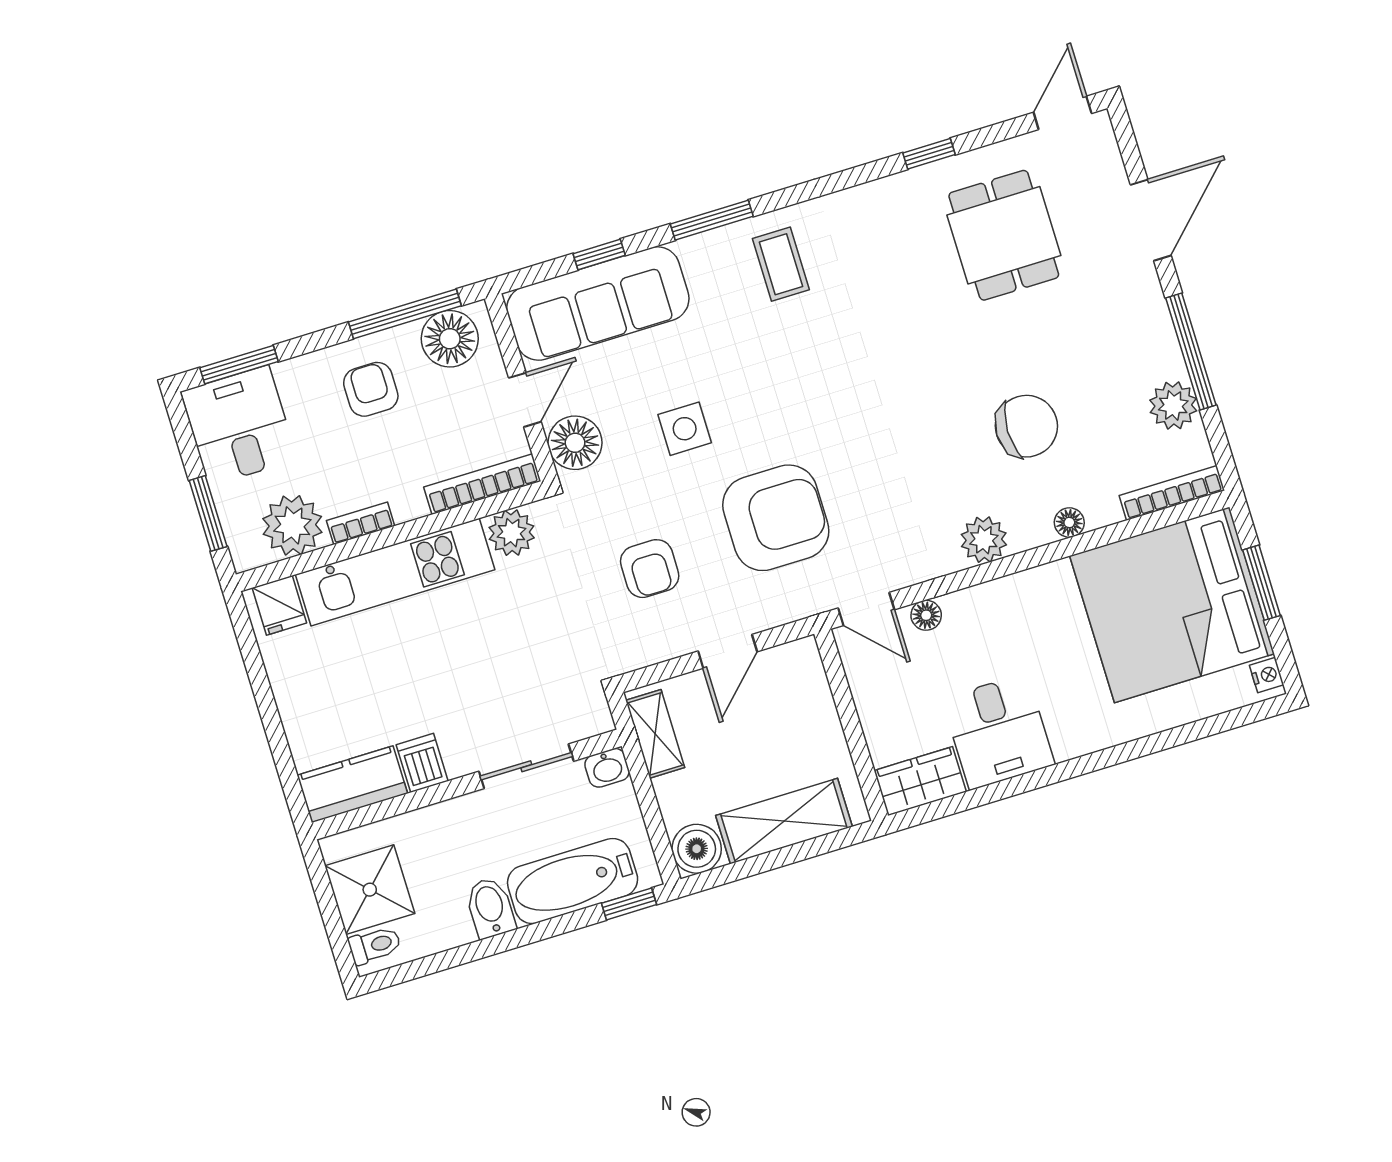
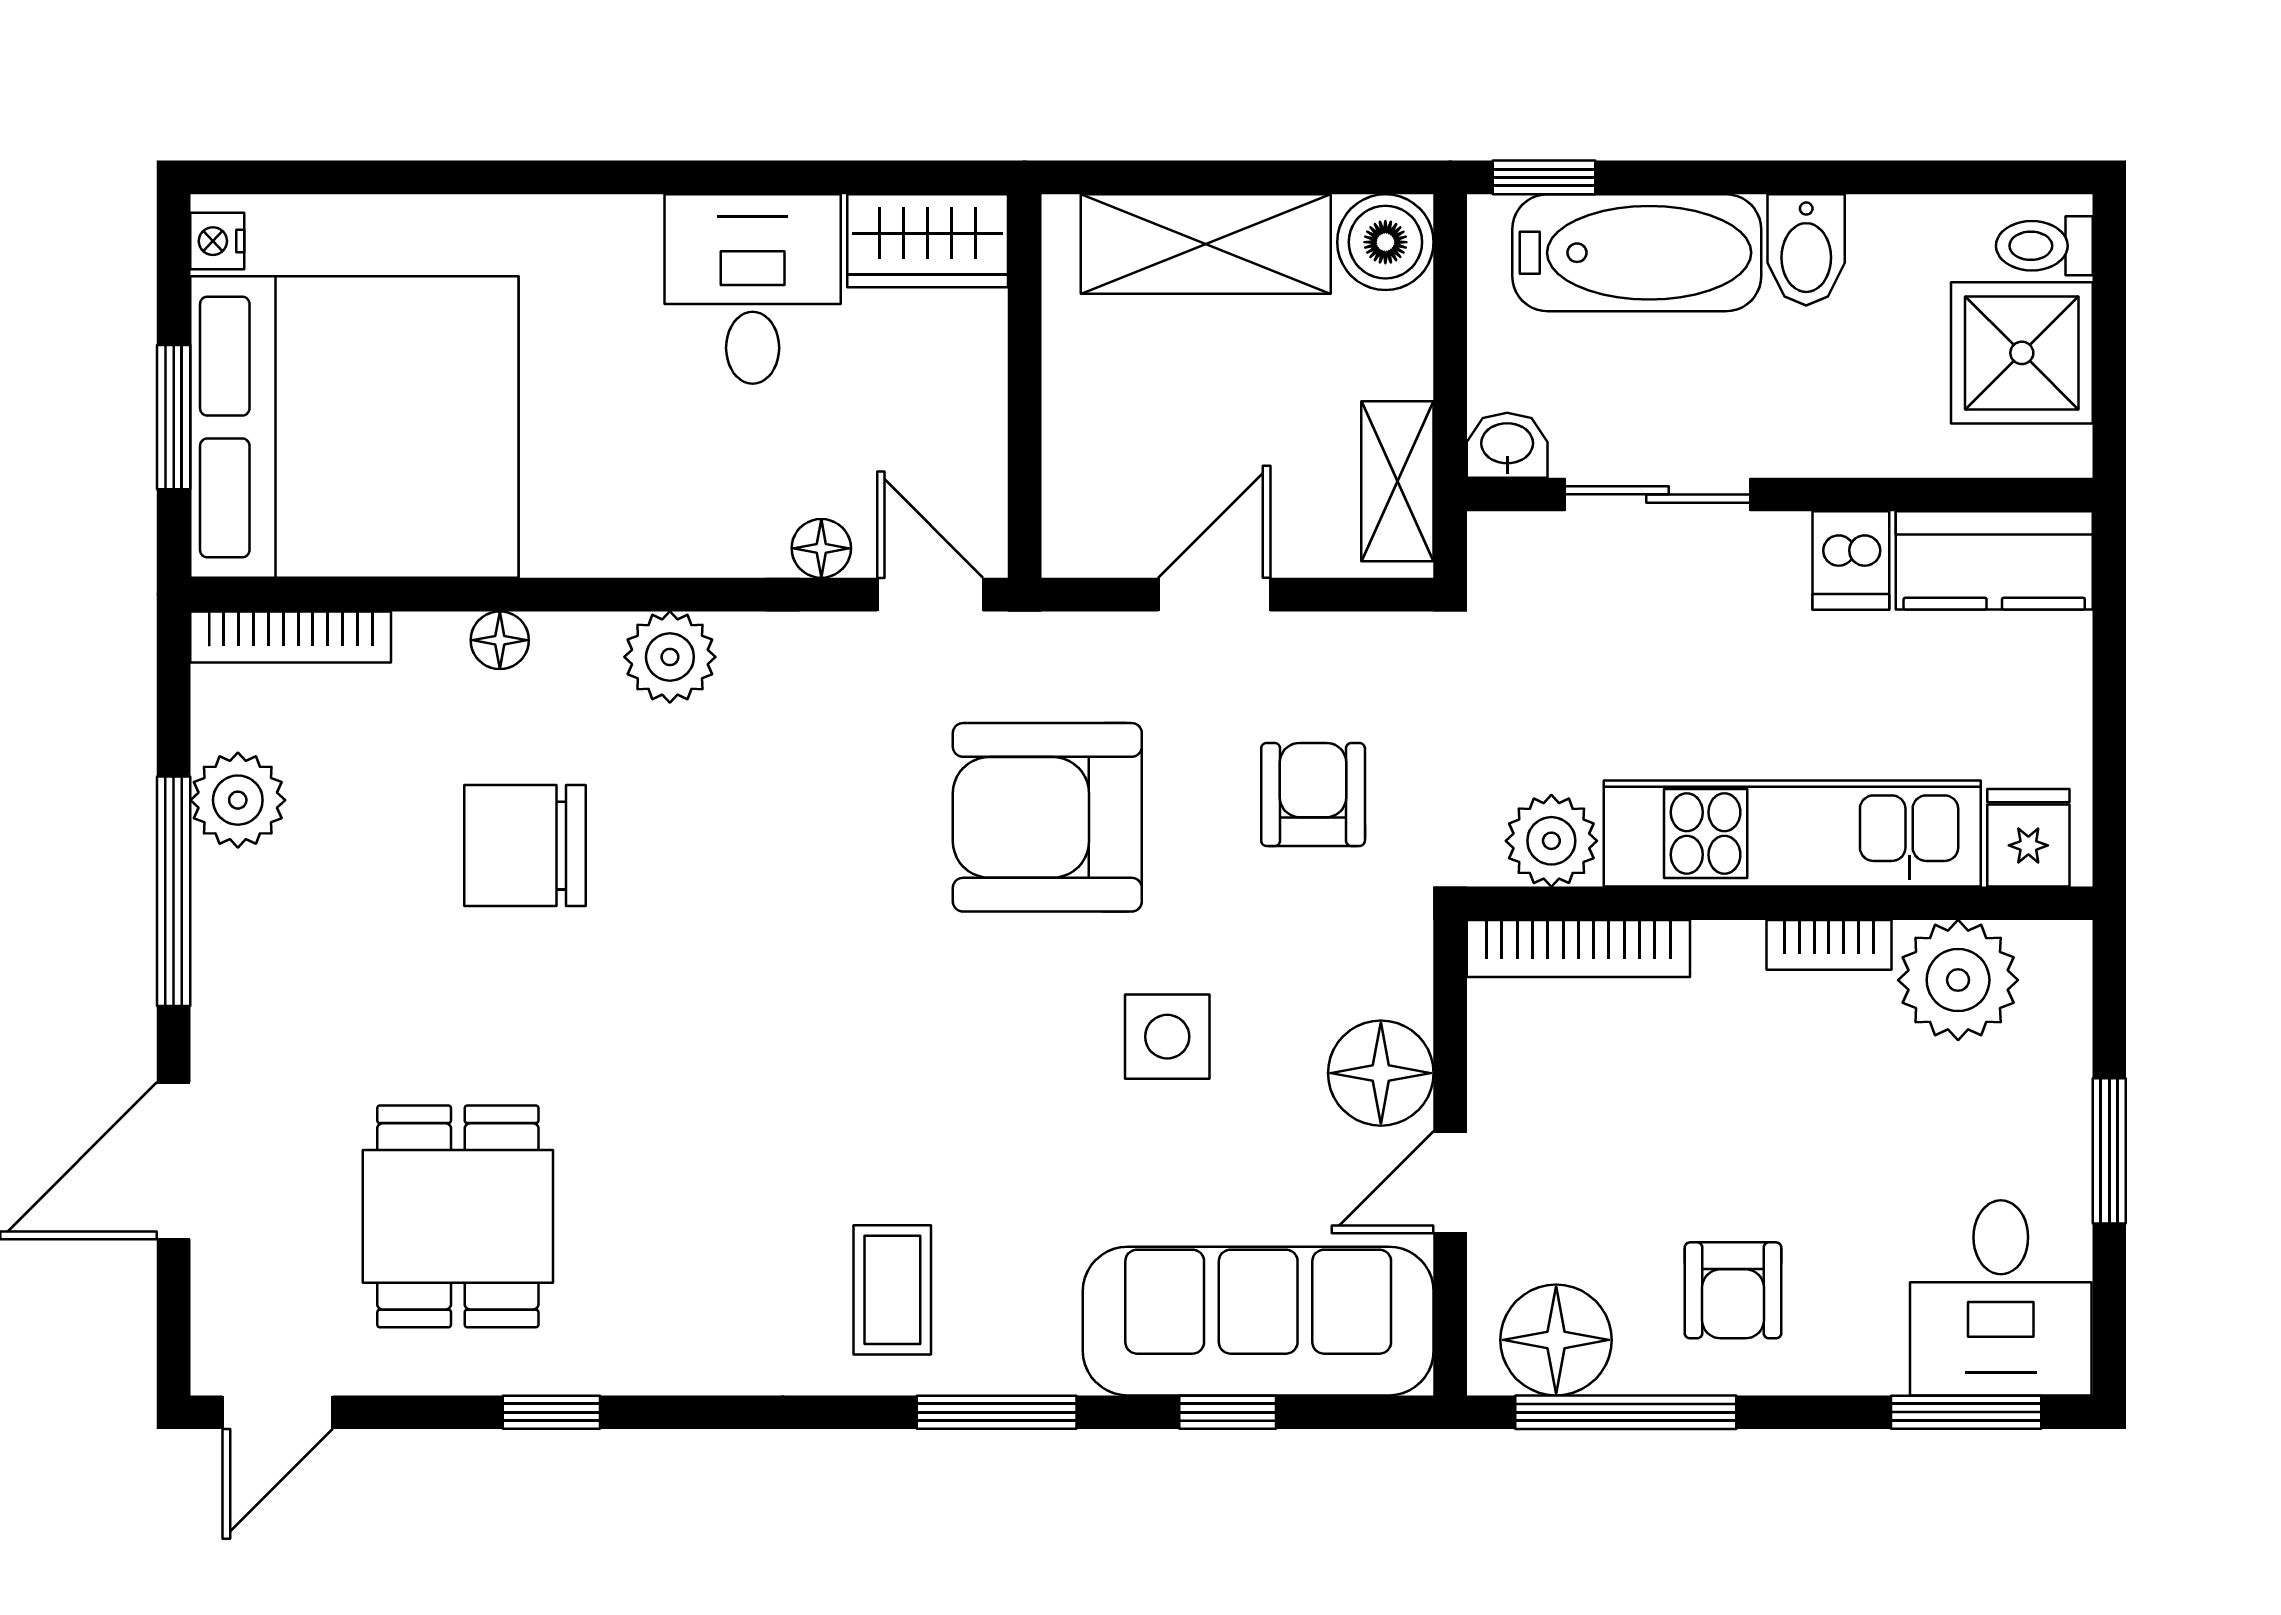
bookcase: (482, 484) -> (1578, 949), moved
bookcase: (361, 523) -> (1829, 945), moved
plant: (292, 525) -> (1958, 980), moved
plant: (512, 533) -> (1551, 841), moved
wall: (391, 536) -> (1780, 903), moved
kitchen unit: (395, 572) -> (1792, 833), moved
fridge: (279, 605) -> (2028, 838), moved

